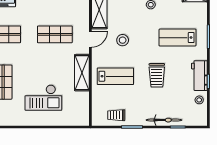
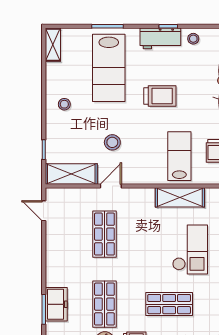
lab bench: (178, 38) -> (109, 68), width x1.36, depth x1.39
door: (90, 39) -> (111, 186), hinge flipped
shelving: (82, 73) -> (180, 197), moved
lab bench: (115, 76) -> (179, 156), moved

